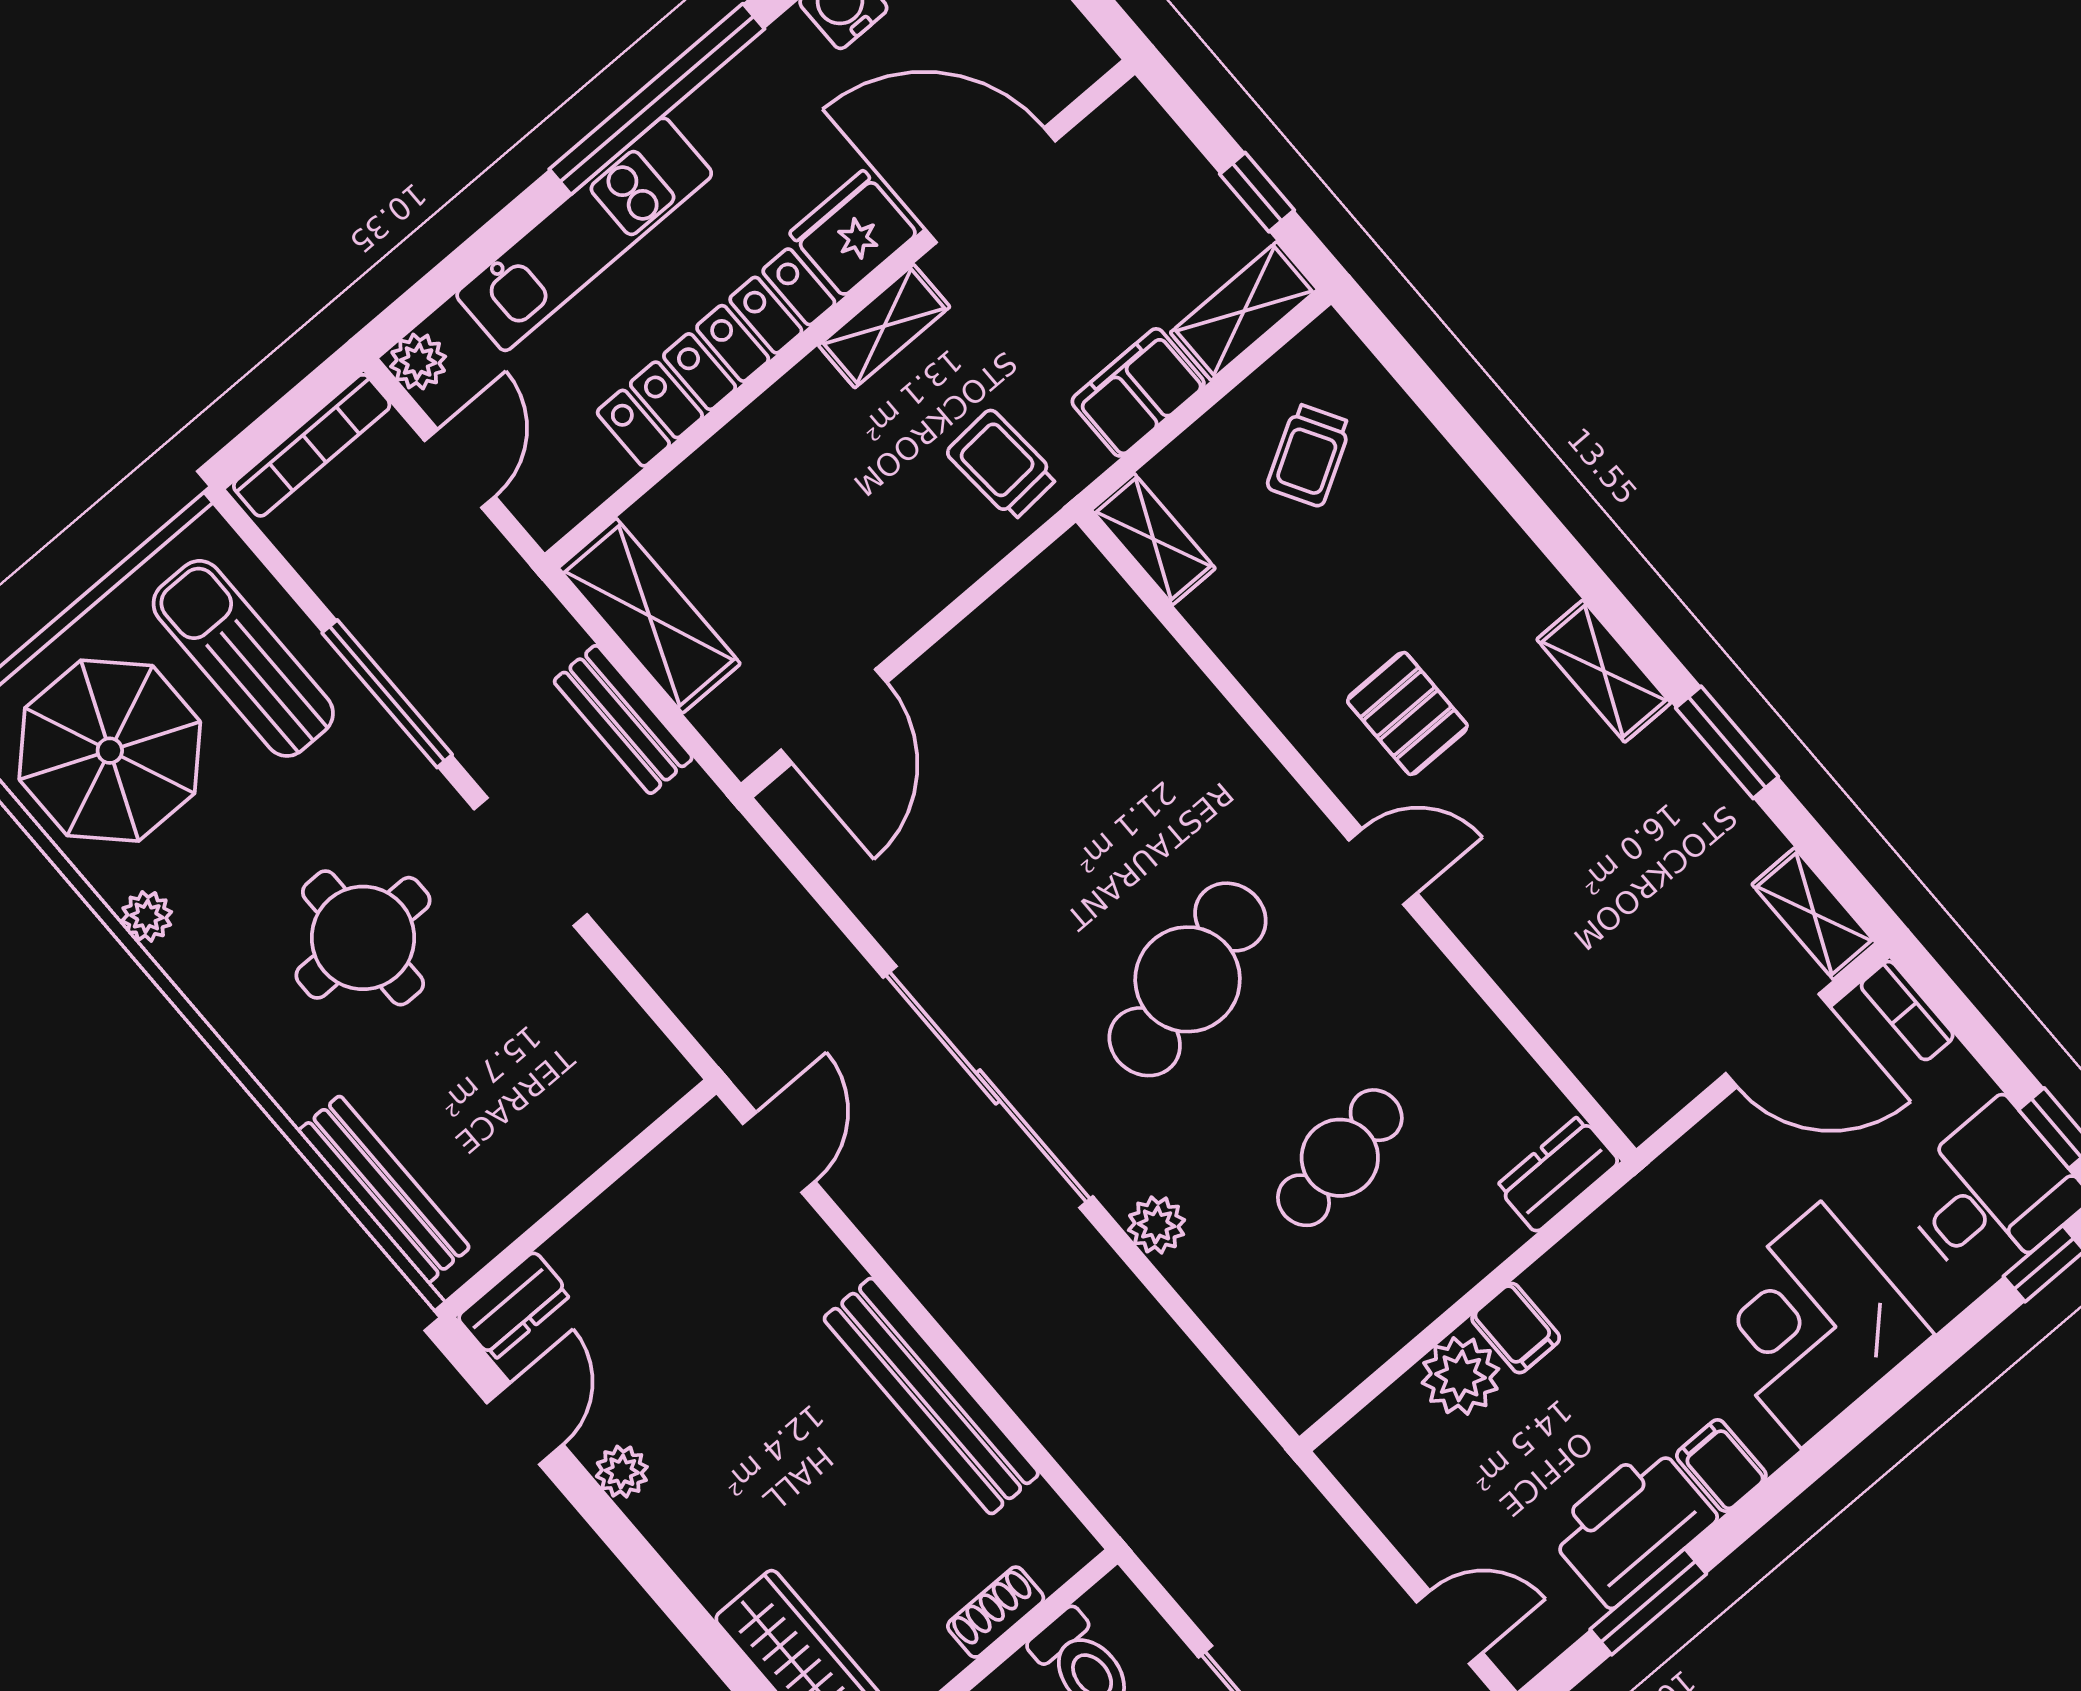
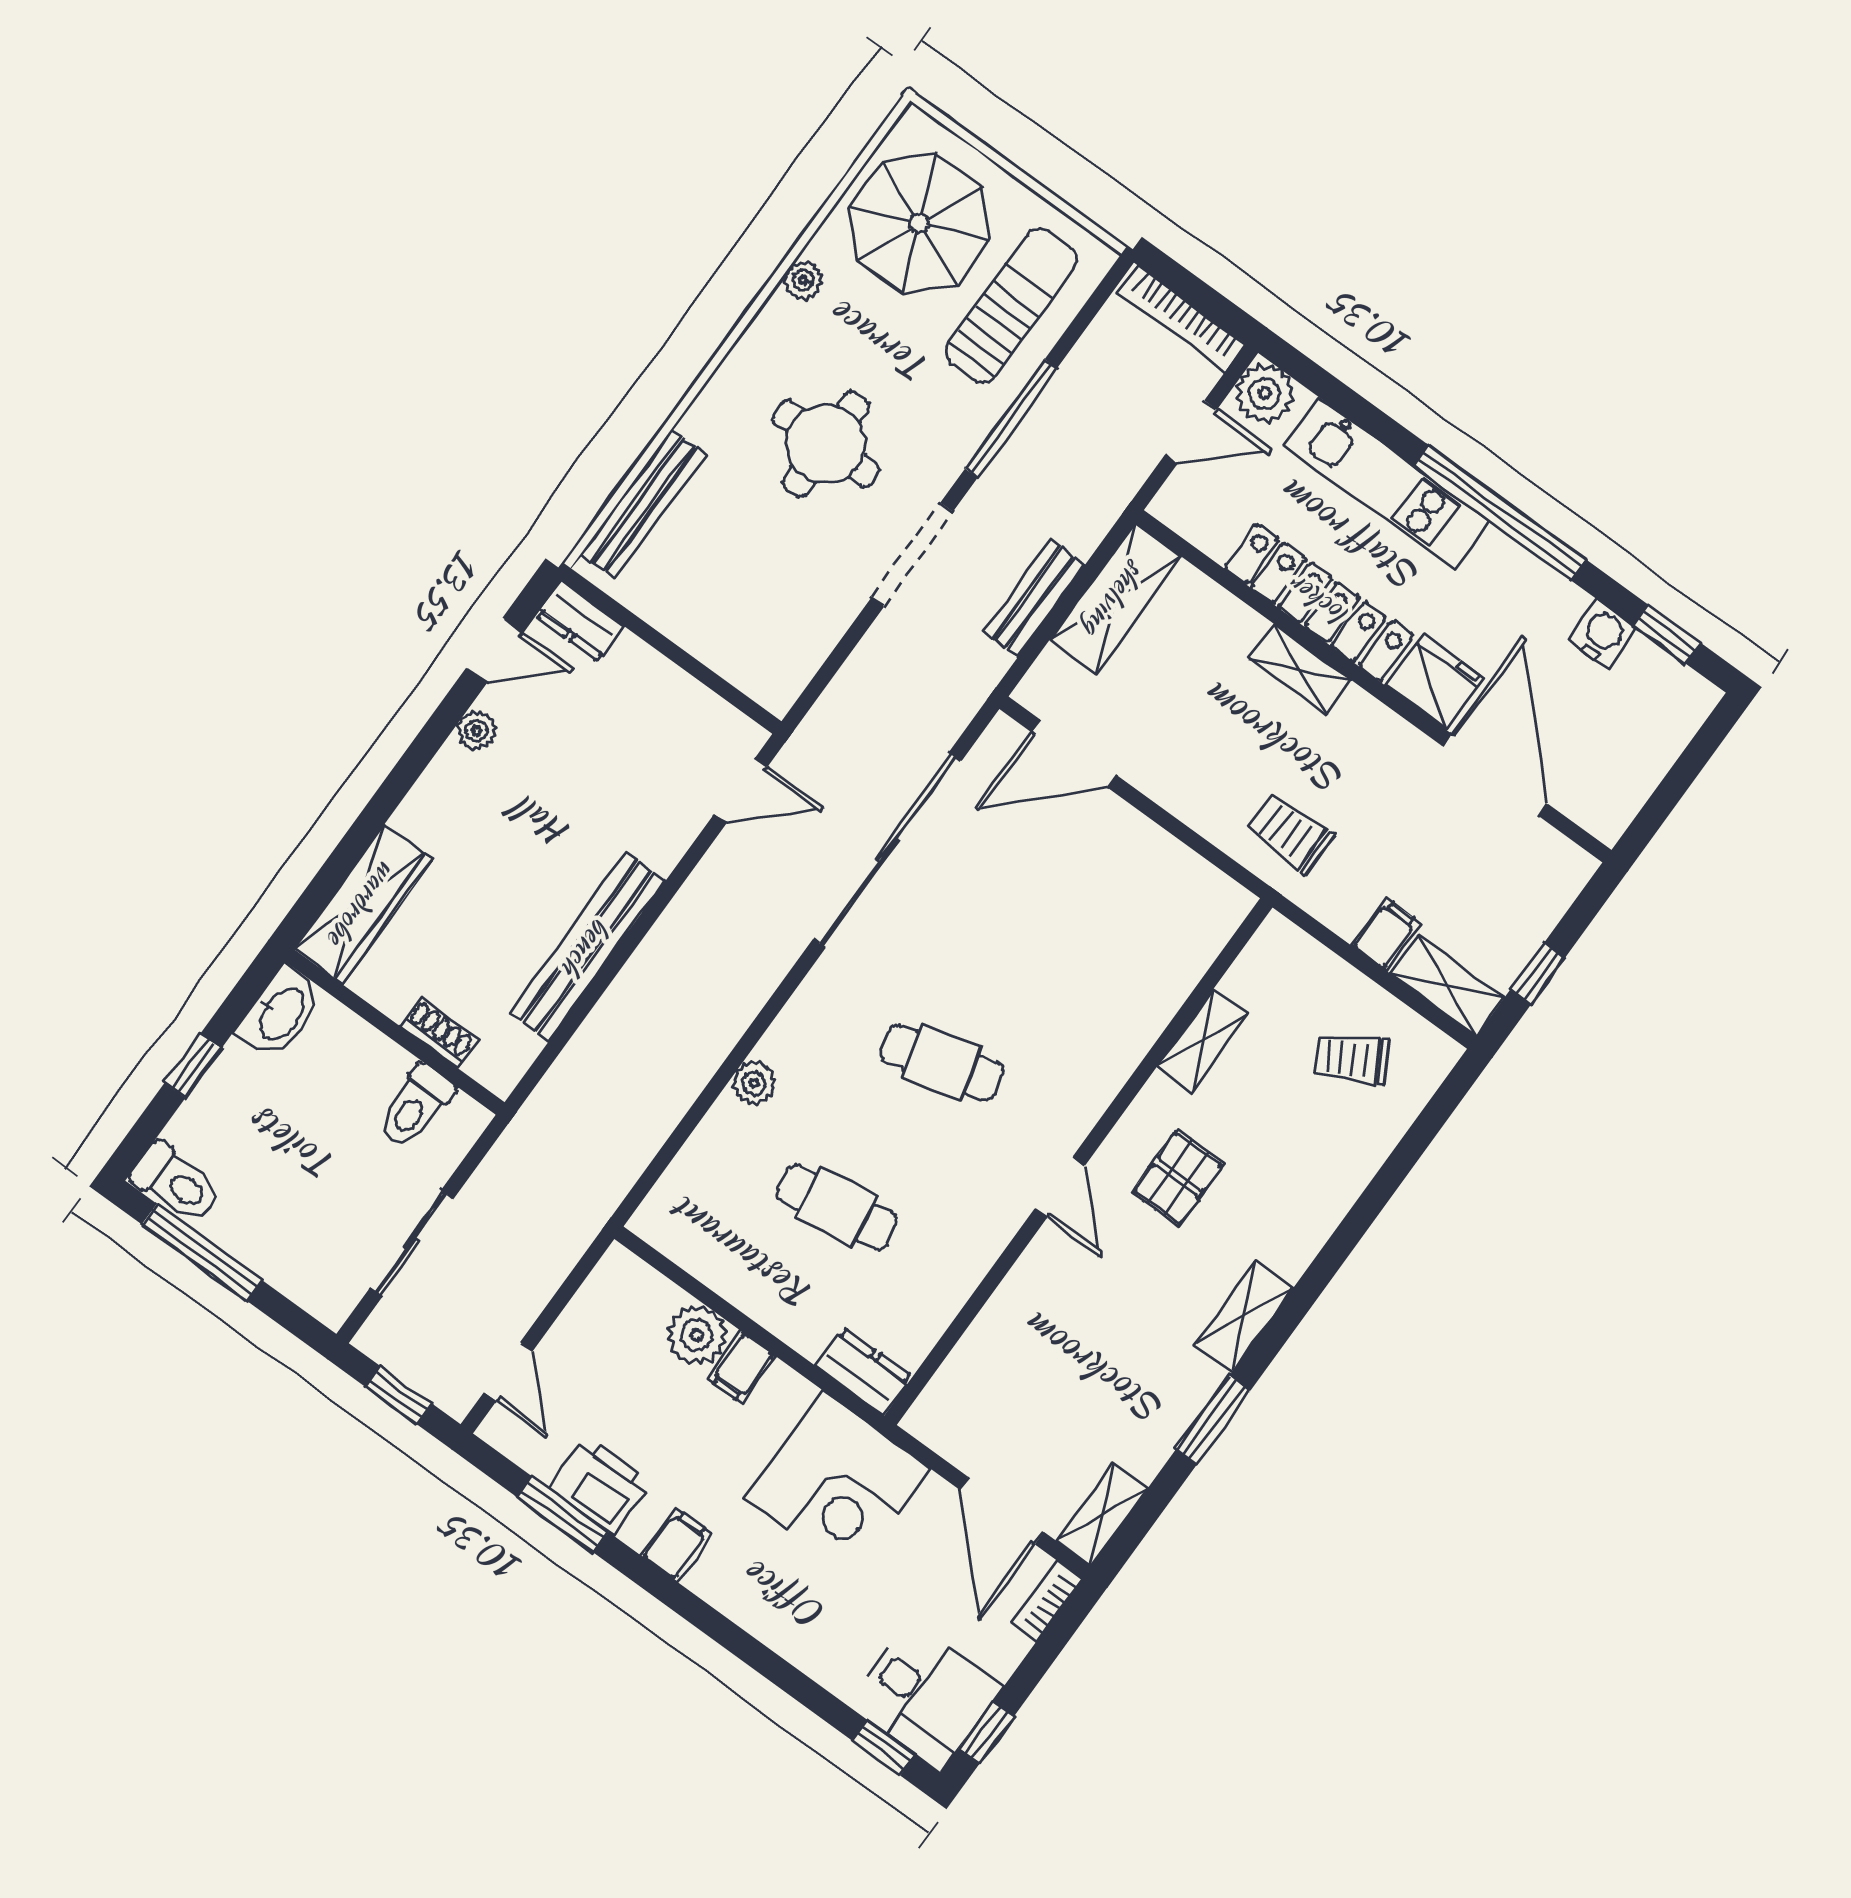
shelving: (884, 326) -> (1300, 669), moved
plant: (418, 361) -> (1264, 393), width x1.38, depth x1.38
filing cabinet: (1138, 392) -> (1386, 934), width x0.50
trolley: (1002, 465) -> (1290, 833), turned -86
shelving: (1153, 539) -> (1202, 1041), moved
cafe table: (1188, 979) -> (942, 1062), width x0.73, depth x0.74
sliding door: (988, 1087) -> (887, 850), moved
corner desk: (1811, 1325) -> (838, 1484), moved, turned 180
printer: (1632, 1525) -> (600, 1485), width x0.73, depth x0.84

